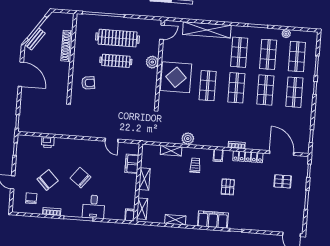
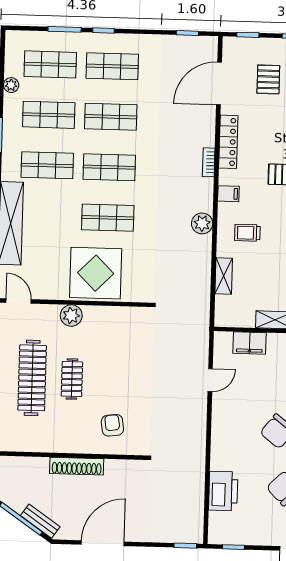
shoe rack: (67, 46) -> (77, 466), moved
clothes rail: (116, 61) -> (72, 379), width x0.73
plant: (188, 139) -> (202, 223), moved
printer: (48, 142) -> (223, 491), width x1.87, depth x1.48

